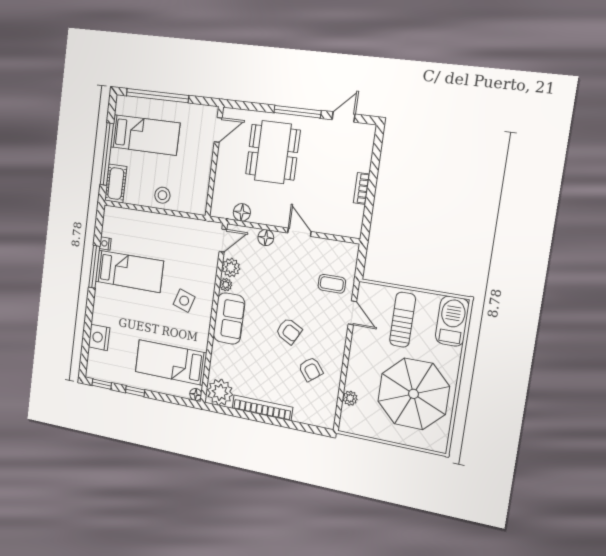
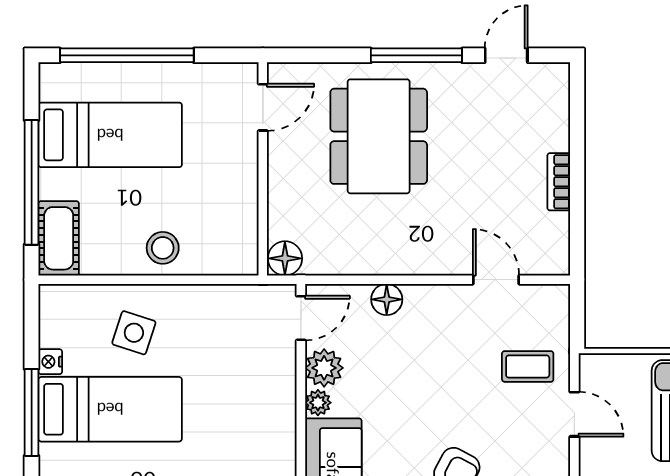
floor lamp: (242, 212) -> (285, 258), moved
door: (299, 232) -> (496, 280), moved
side table: (184, 301) -> (134, 333), moved

